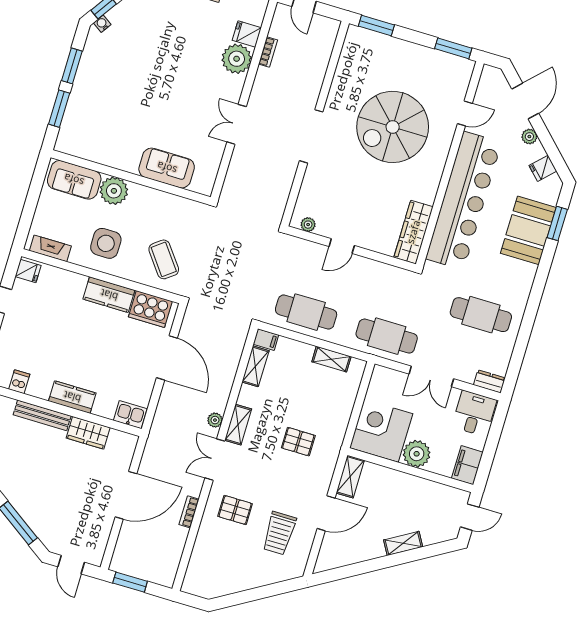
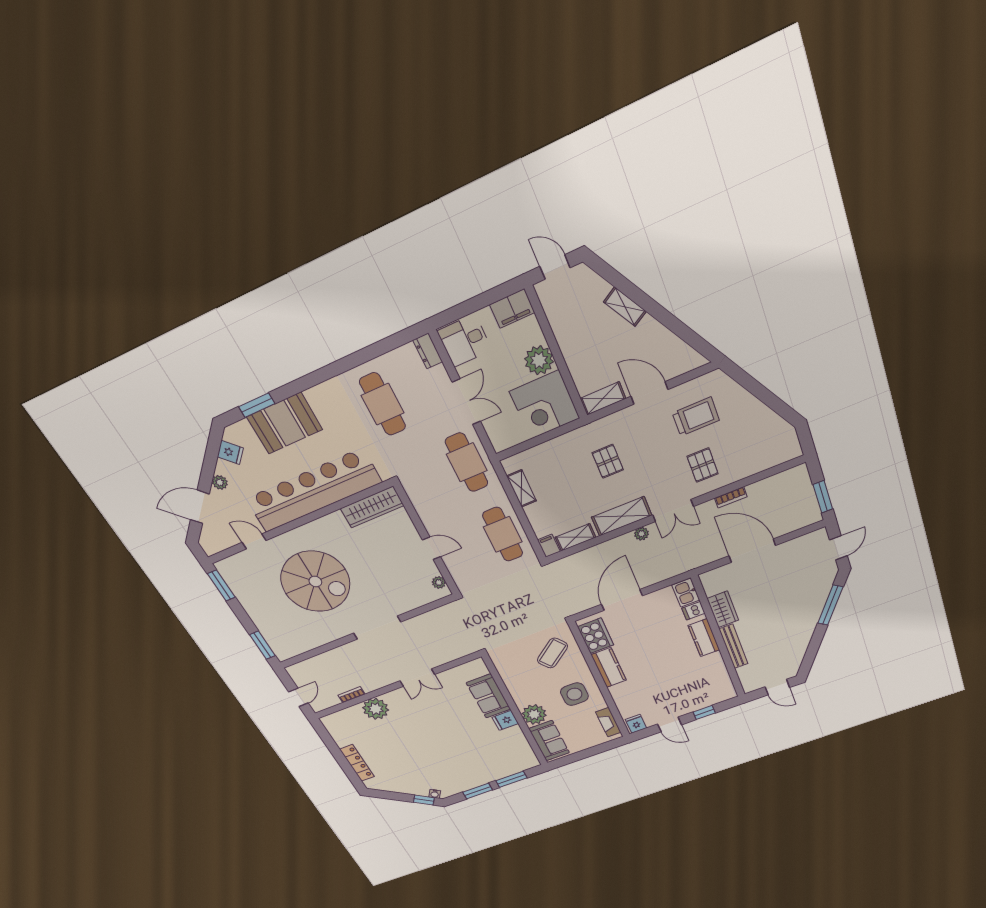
fridge: (247, 34) -> (505, 720), moved, turned 90
dishwasher: (19, 382) -> (693, 611), moved
shelving: (238, 425) -> (622, 516), width x1.50, depth x1.33

